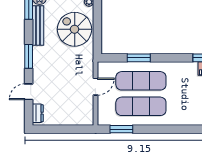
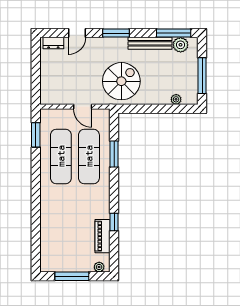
spiral stairs: (75, 29) -> (121, 81), moved
door: (29, 92) -> (77, 33), swing flipped

